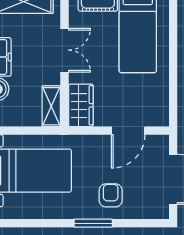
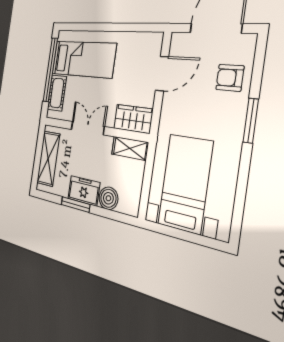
door: (128, 131) -> (162, 74), hinge flipped
armchair: (111, 195) -> (230, 78), moved

